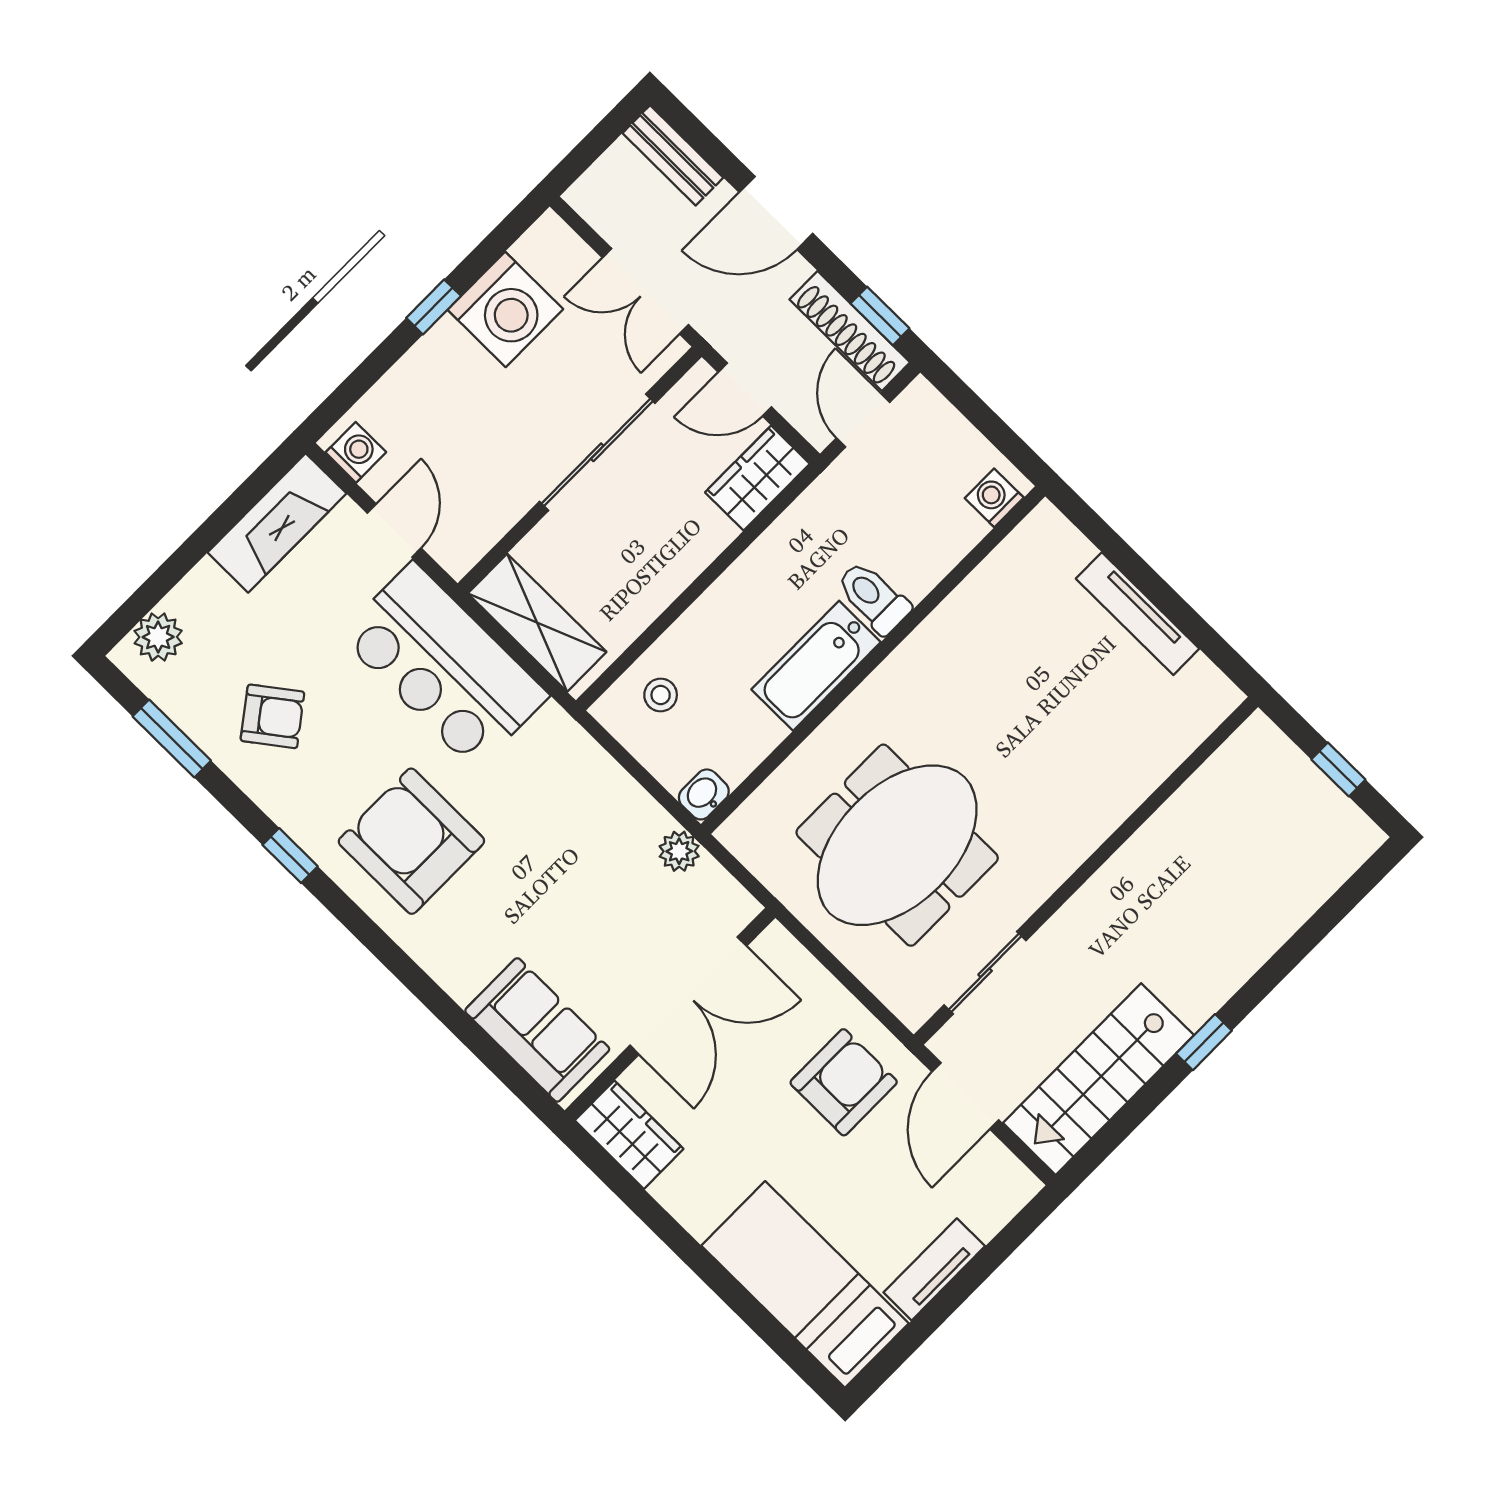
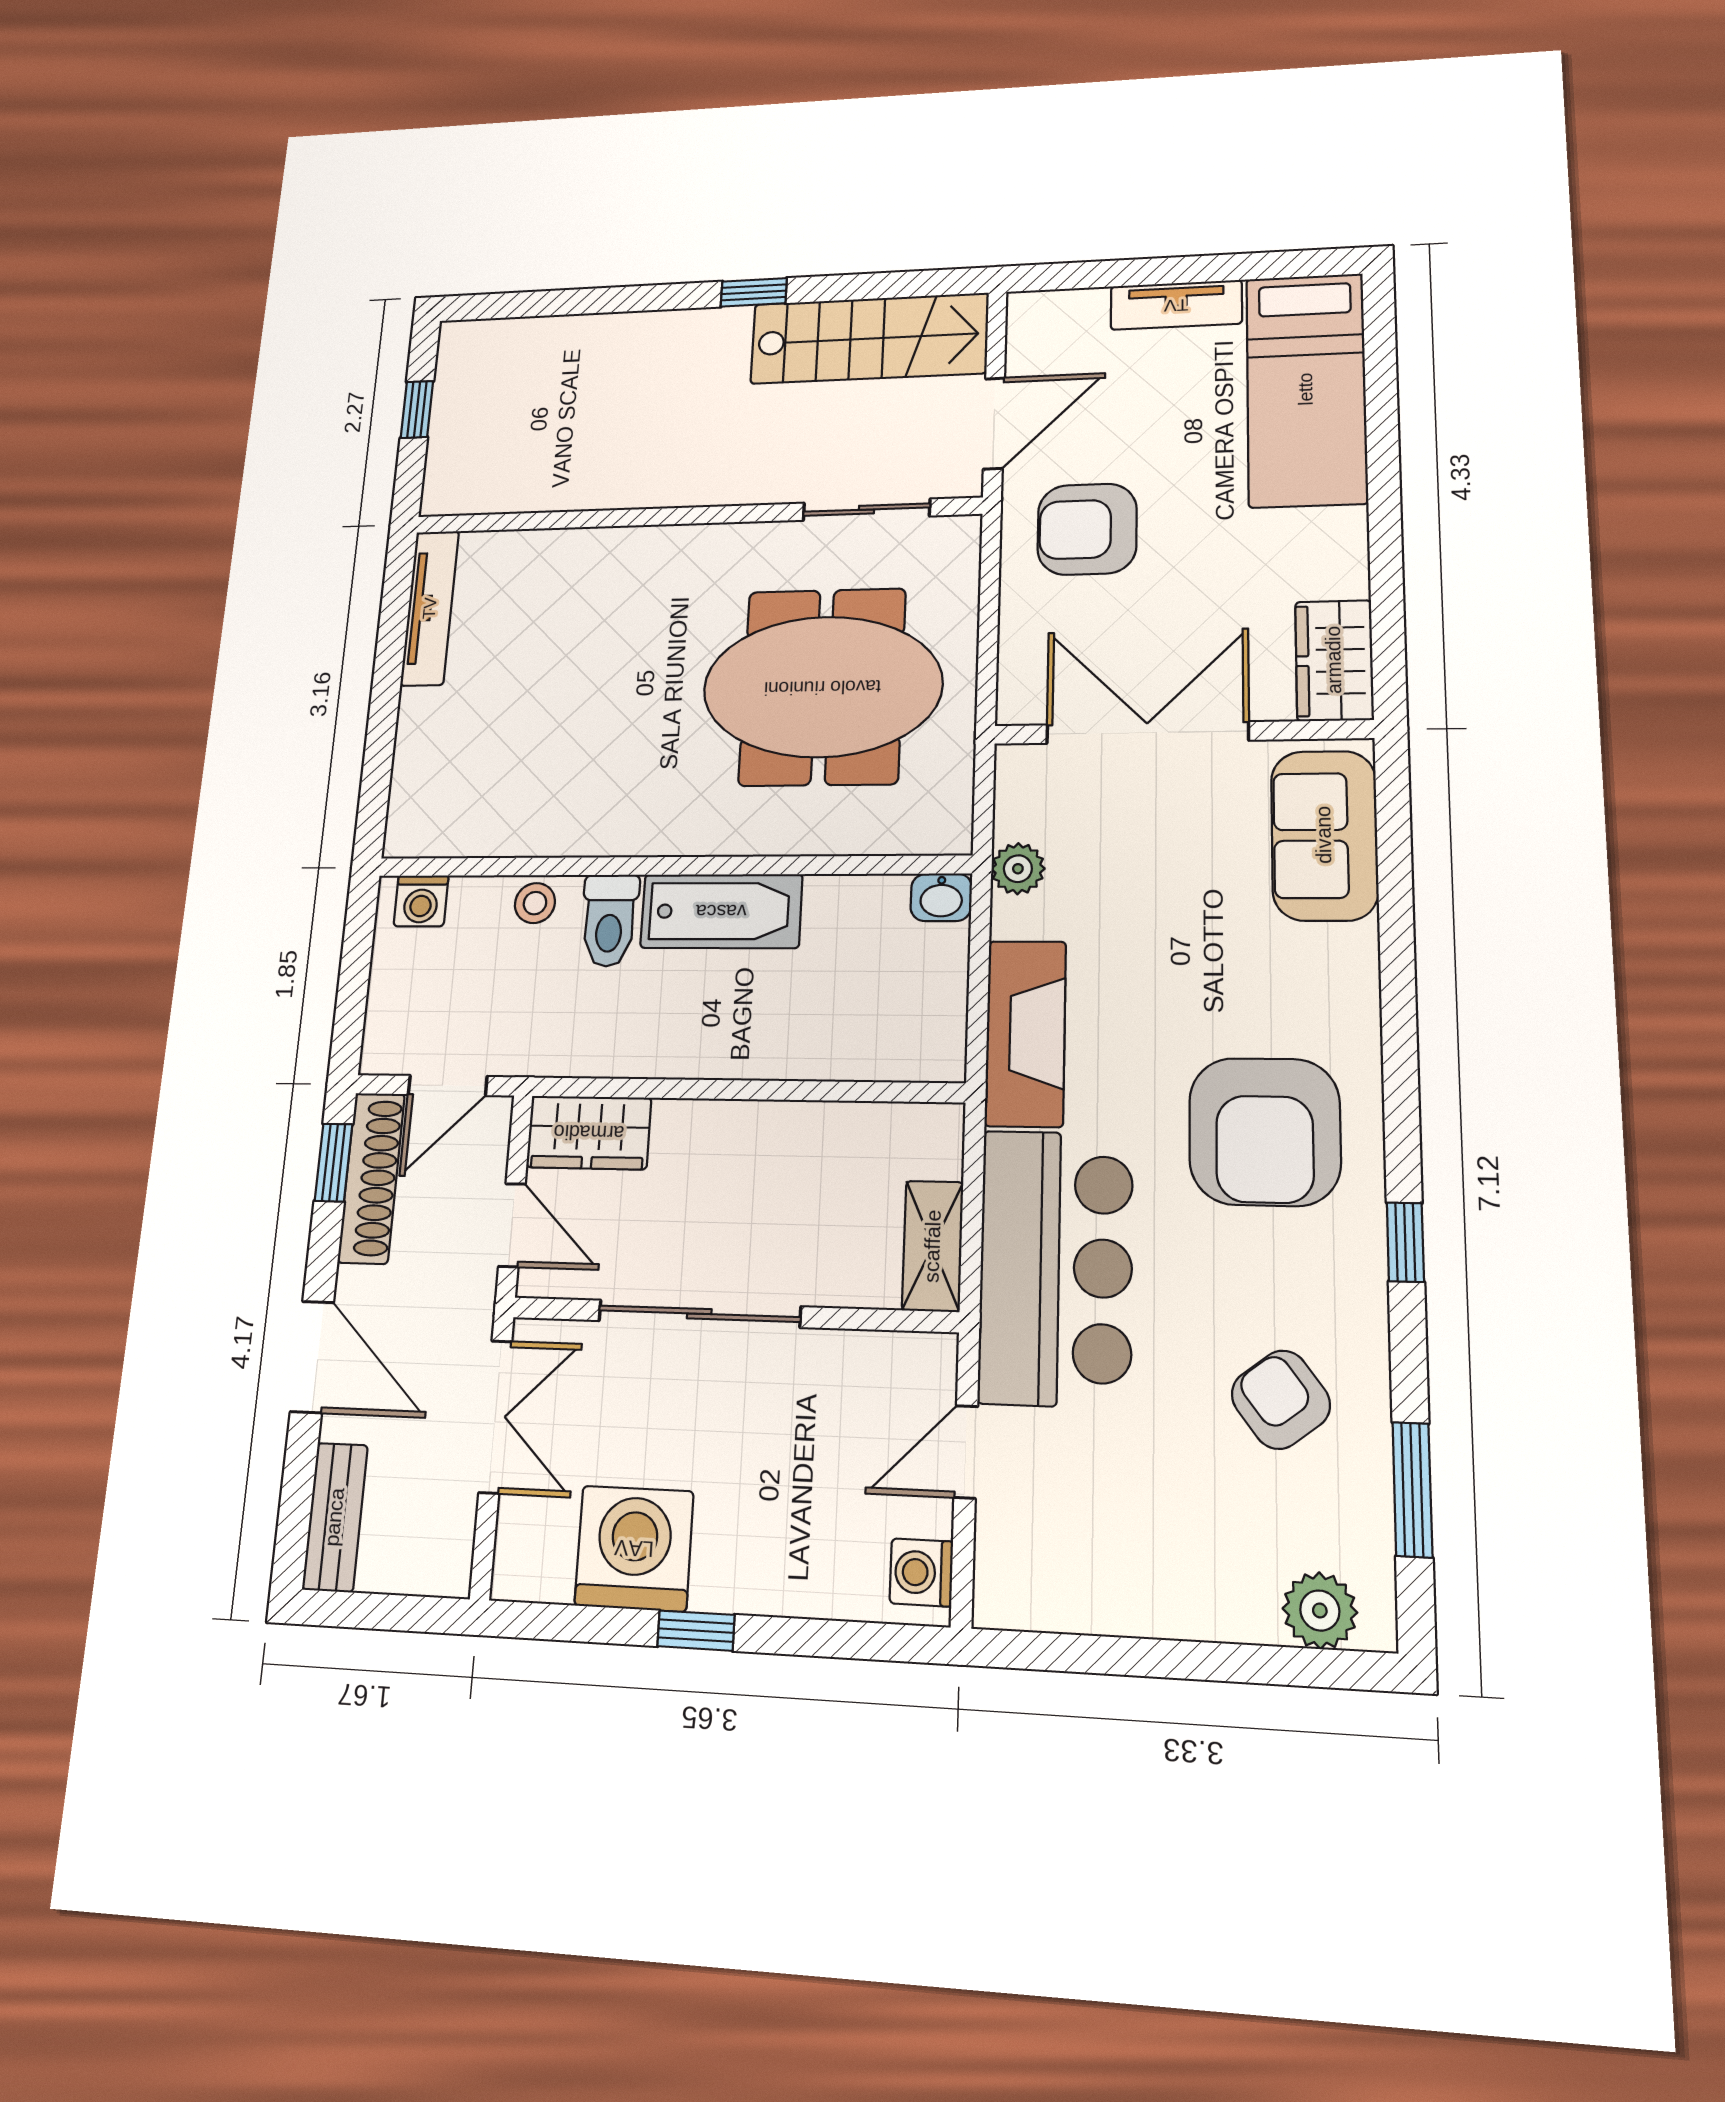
fireplace: (277, 523) -> (1026, 1033), moved, turned 90
tv unit: (1138, 614) -> (430, 608), moved
shelving: (537, 623) -> (933, 1246), width x0.67, depth x0.75
stool: (661, 695) -> (535, 903), moved

